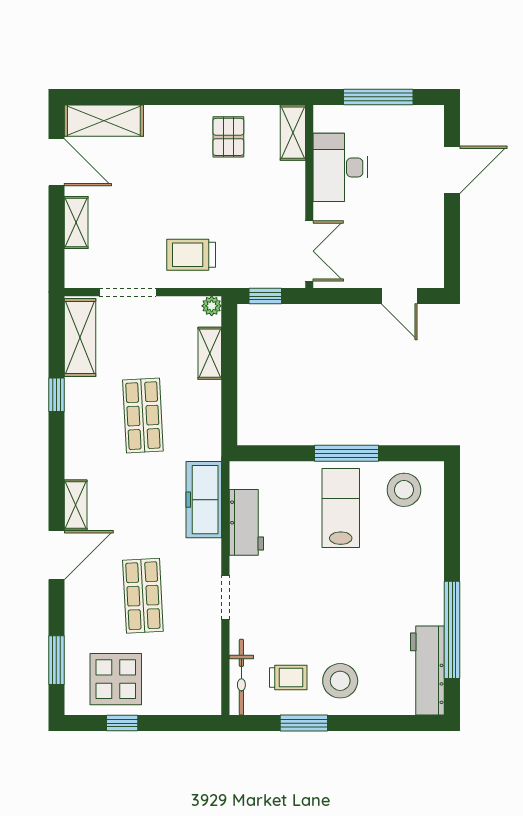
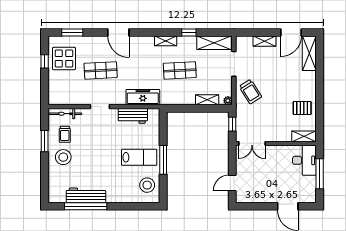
desk: (340, 167) -> (304, 160), moved, turned 90
trolley: (191, 255) -> (250, 92), turned 148
shelving: (76, 505) -> (166, 41), moved
workbench: (427, 670) -> (86, 195), moved

